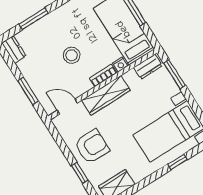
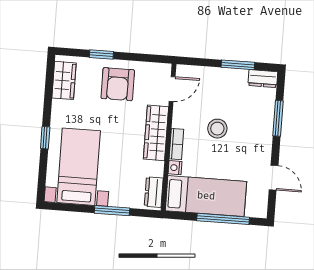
window: (174, 74) -> (112, 211), moved
window: (28, 91) -> (238, 65), moved
window: (177, 162) -> (45, 138), moved

